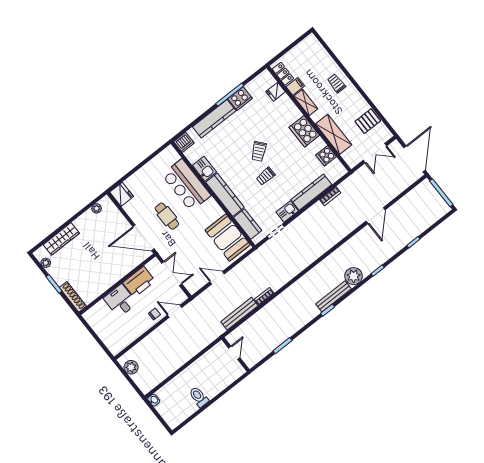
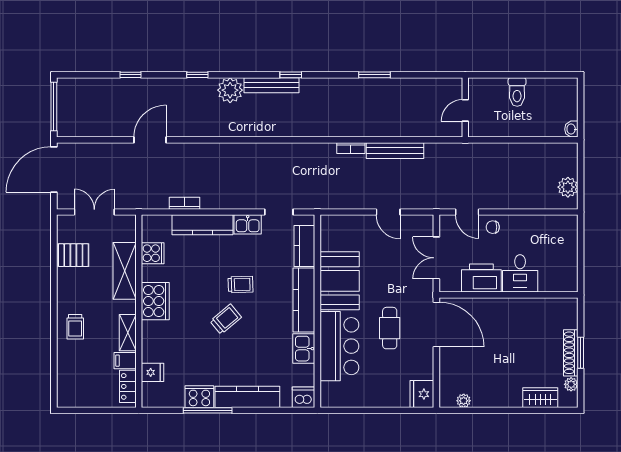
booth: (228, 238) -> (340, 281), moved
wardrobe: (61, 239) -> (540, 398), width x0.67
shoe rack: (73, 297) -> (571, 353), moved
door: (234, 353) -> (465, 110), moved
wall: (236, 354) -> (465, 107), moved

